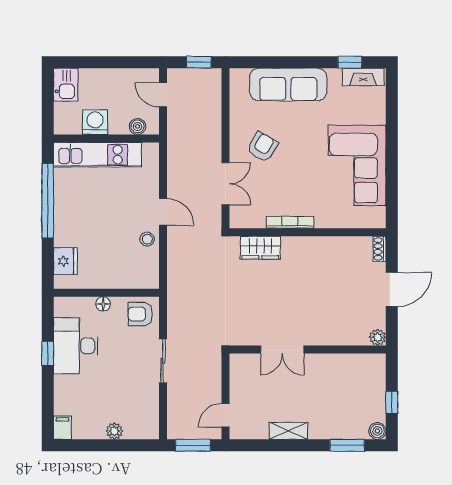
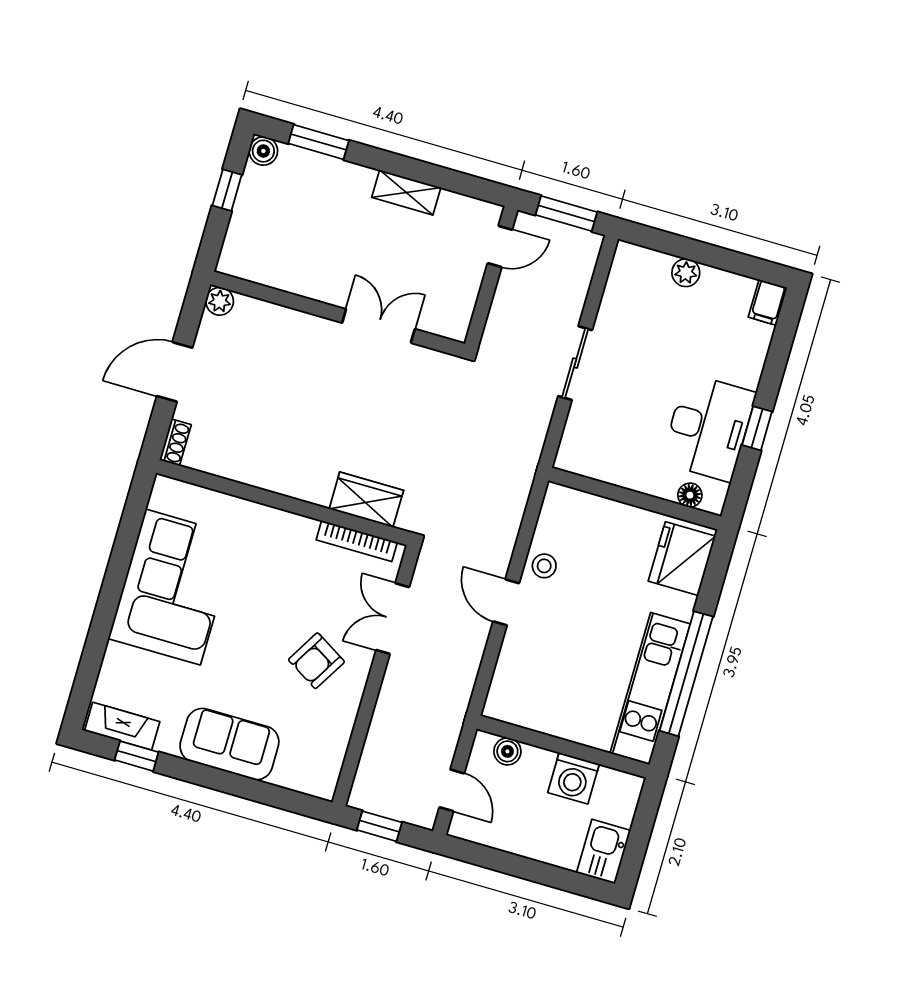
sofa: (288, 85) -> (229, 744), width x0.73
kitchen unit: (97, 155) -> (650, 689), moved, turned -90
bookcase: (290, 222) -> (357, 541), moved
fridge: (65, 261) -> (682, 559), width x1.36, depth x1.34
floor lamp: (103, 304) -> (690, 495), moved
armchair: (140, 314) -> (590, 449), removed

